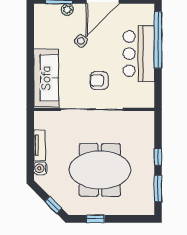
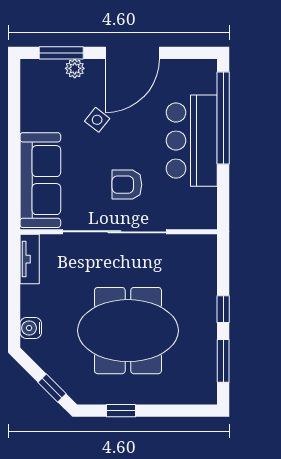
tv unit: (40, 145) -> (30, 259), moved

